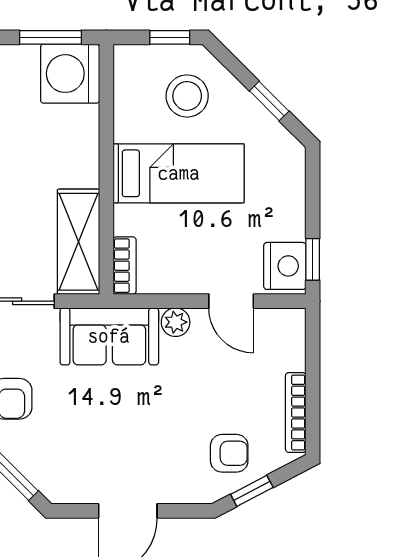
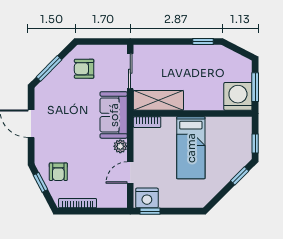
stool: (187, 96) -> (227, 152), removed
window: (269, 101) -> (240, 176), moved

